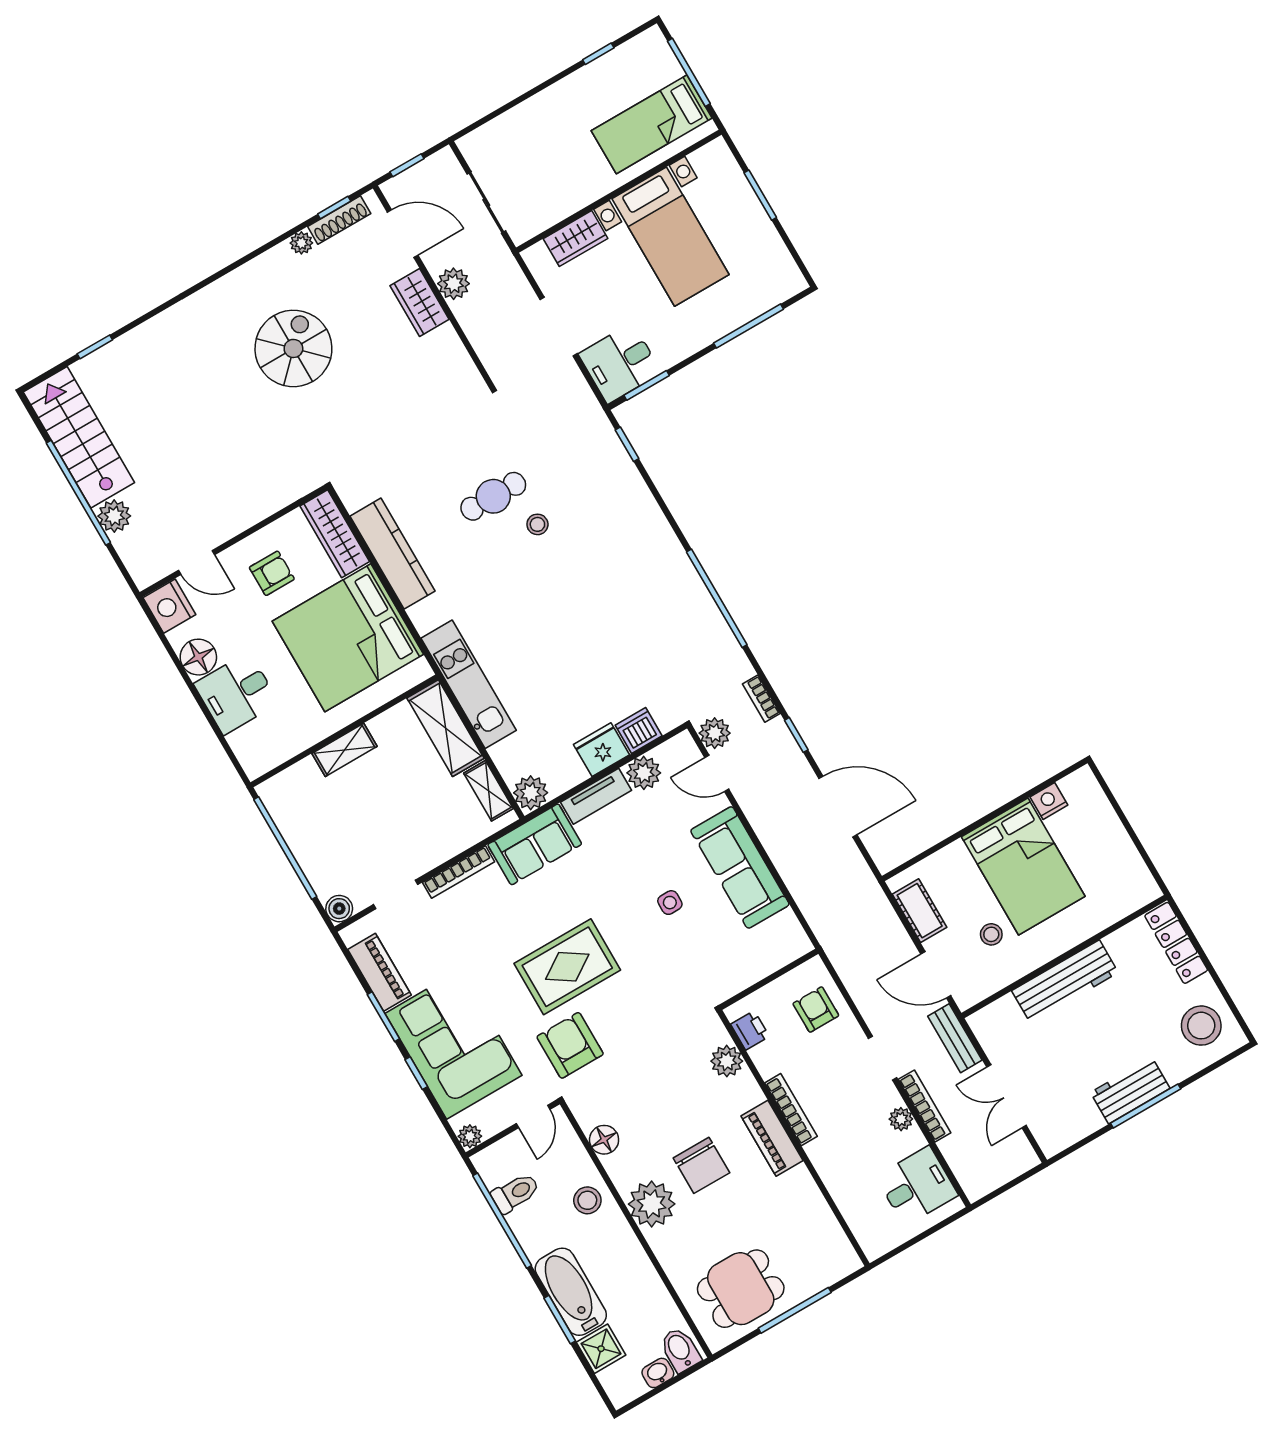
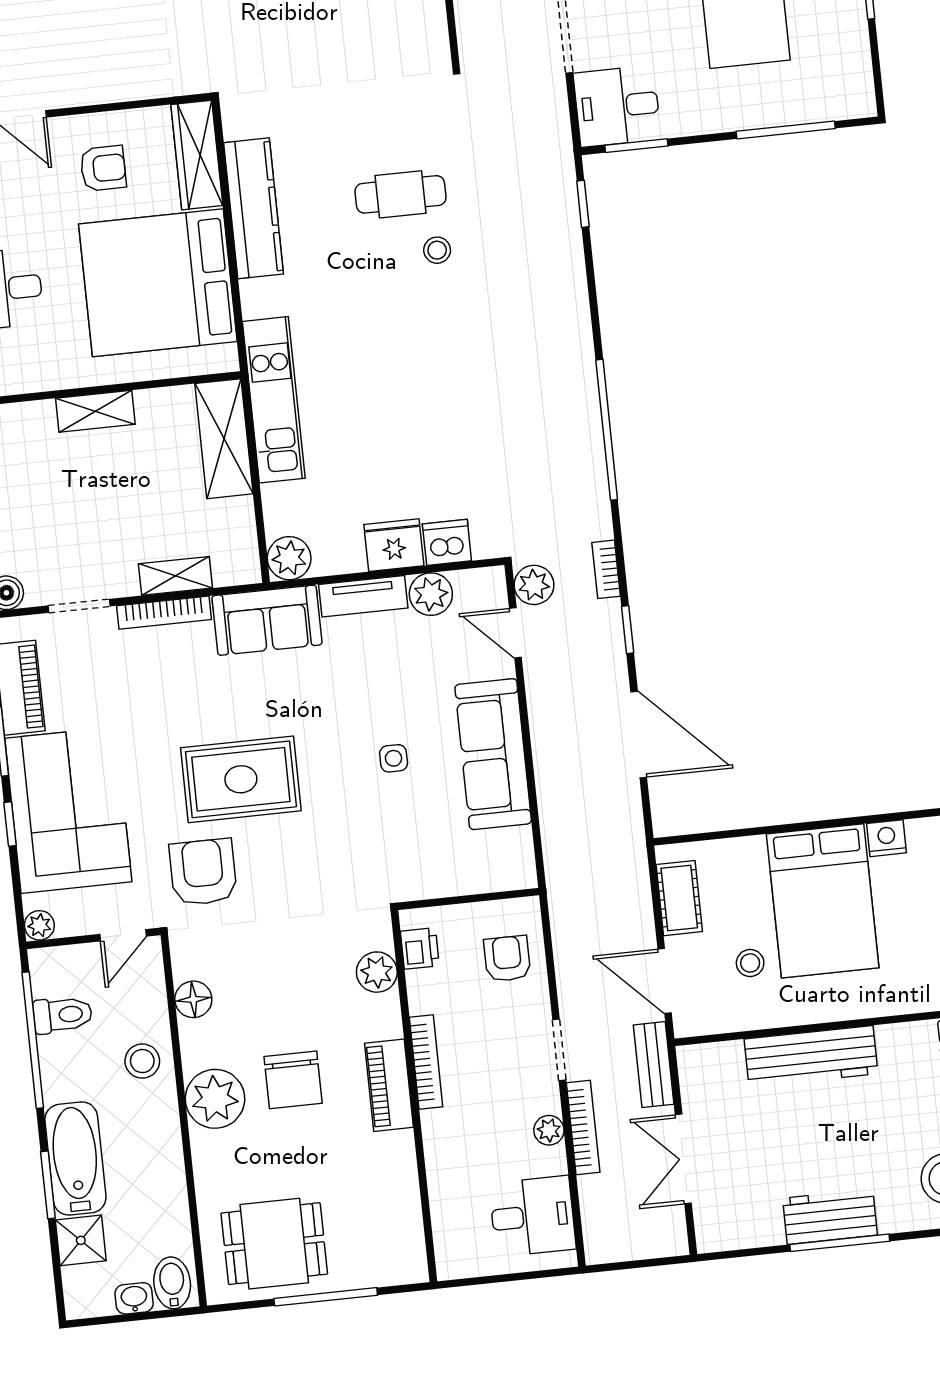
shelving: (488, 791) -> (175, 576), moved, turned 90

